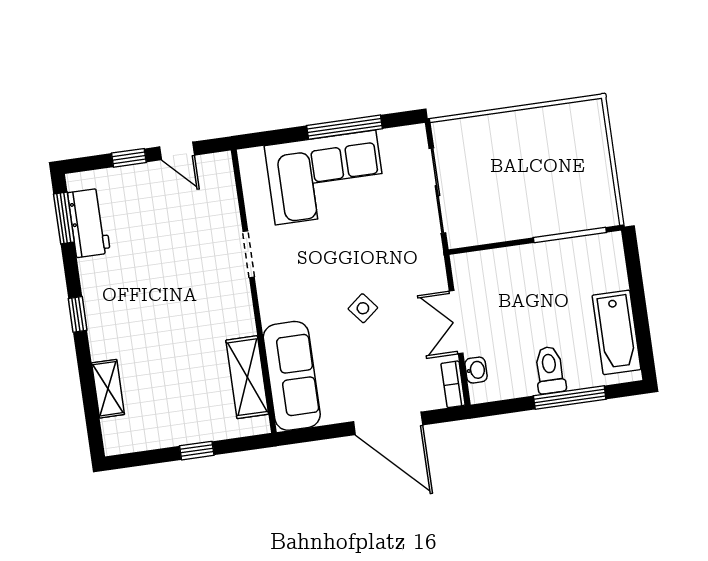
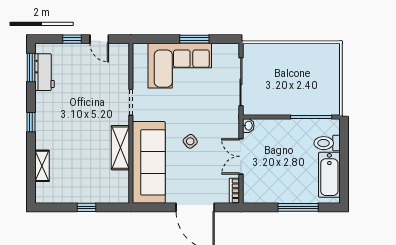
window: (345, 127) -> (194, 39), width x0.69
washbasin: (476, 370) -> (248, 126), moved
toilet: (550, 370) -> (327, 143), moved, turned -90
sofa: (292, 376) -> (149, 162), width x1.36, depth x1.27
shelving: (247, 377) -> (120, 148), moved

